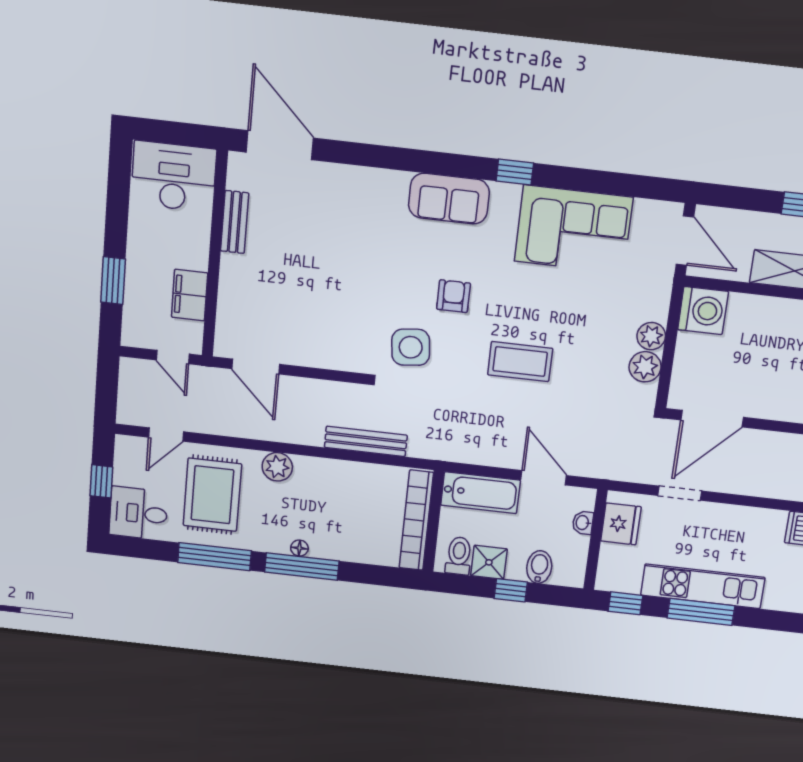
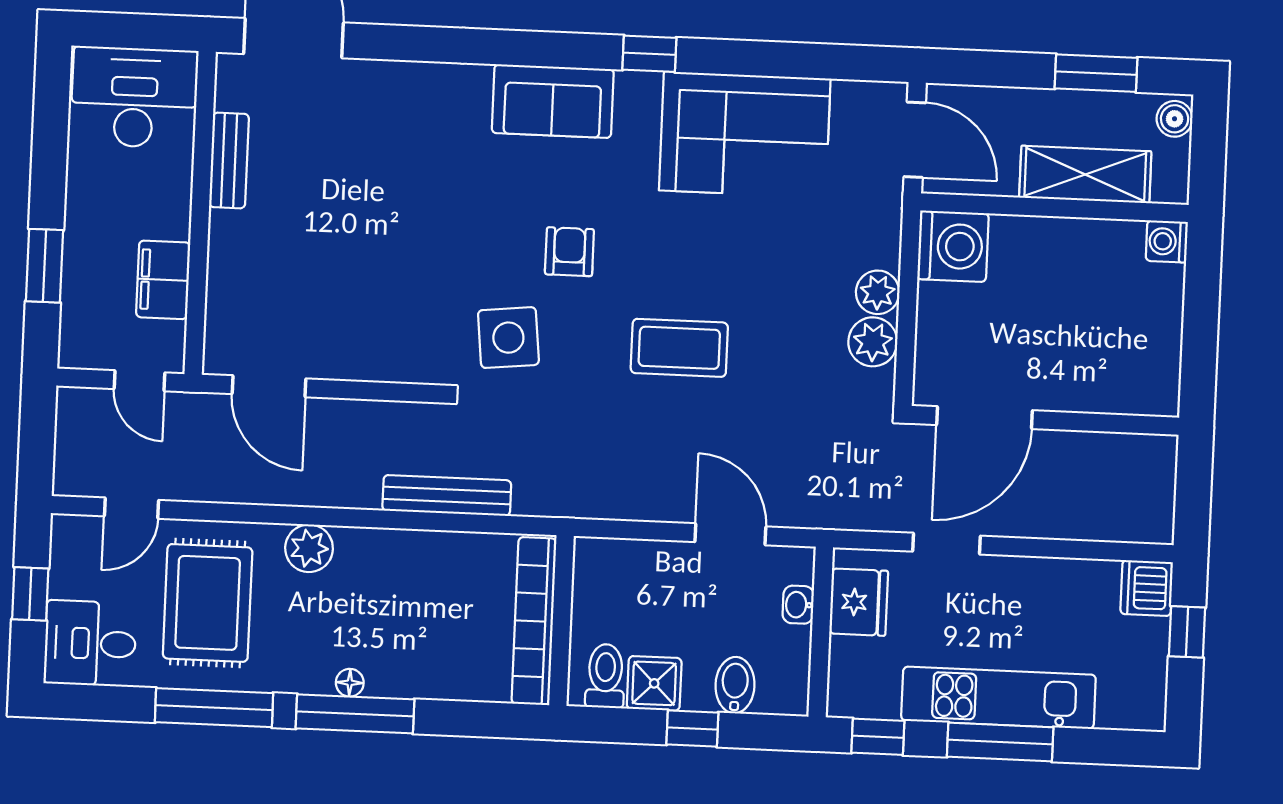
bathtub: (480, 493) -> (633, 567), removed

